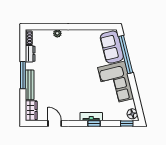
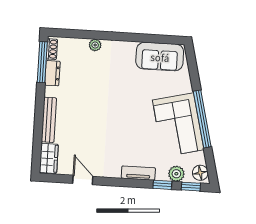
sofa: (112, 47) -> (160, 57), moved, turned -76
window: (126, 55) -> (202, 119), moved
window: (23, 75) -> (42, 62), moved
plant: (117, 116) -> (176, 174), added
window: (94, 123) -> (162, 185), moved

